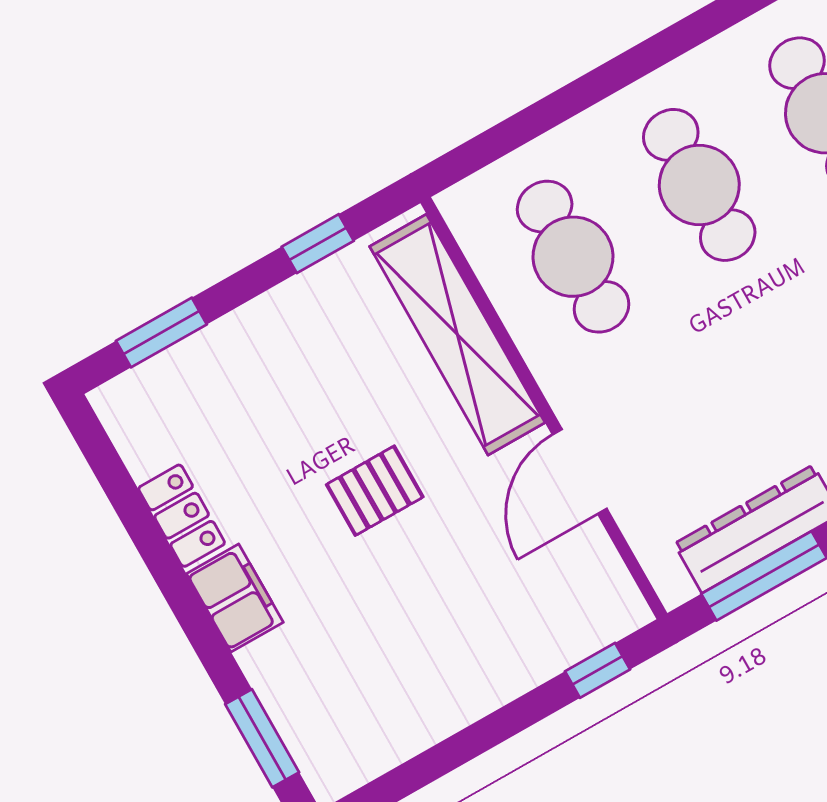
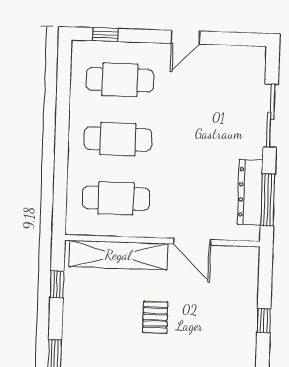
window: (598, 670) -> (264, 321), moved

